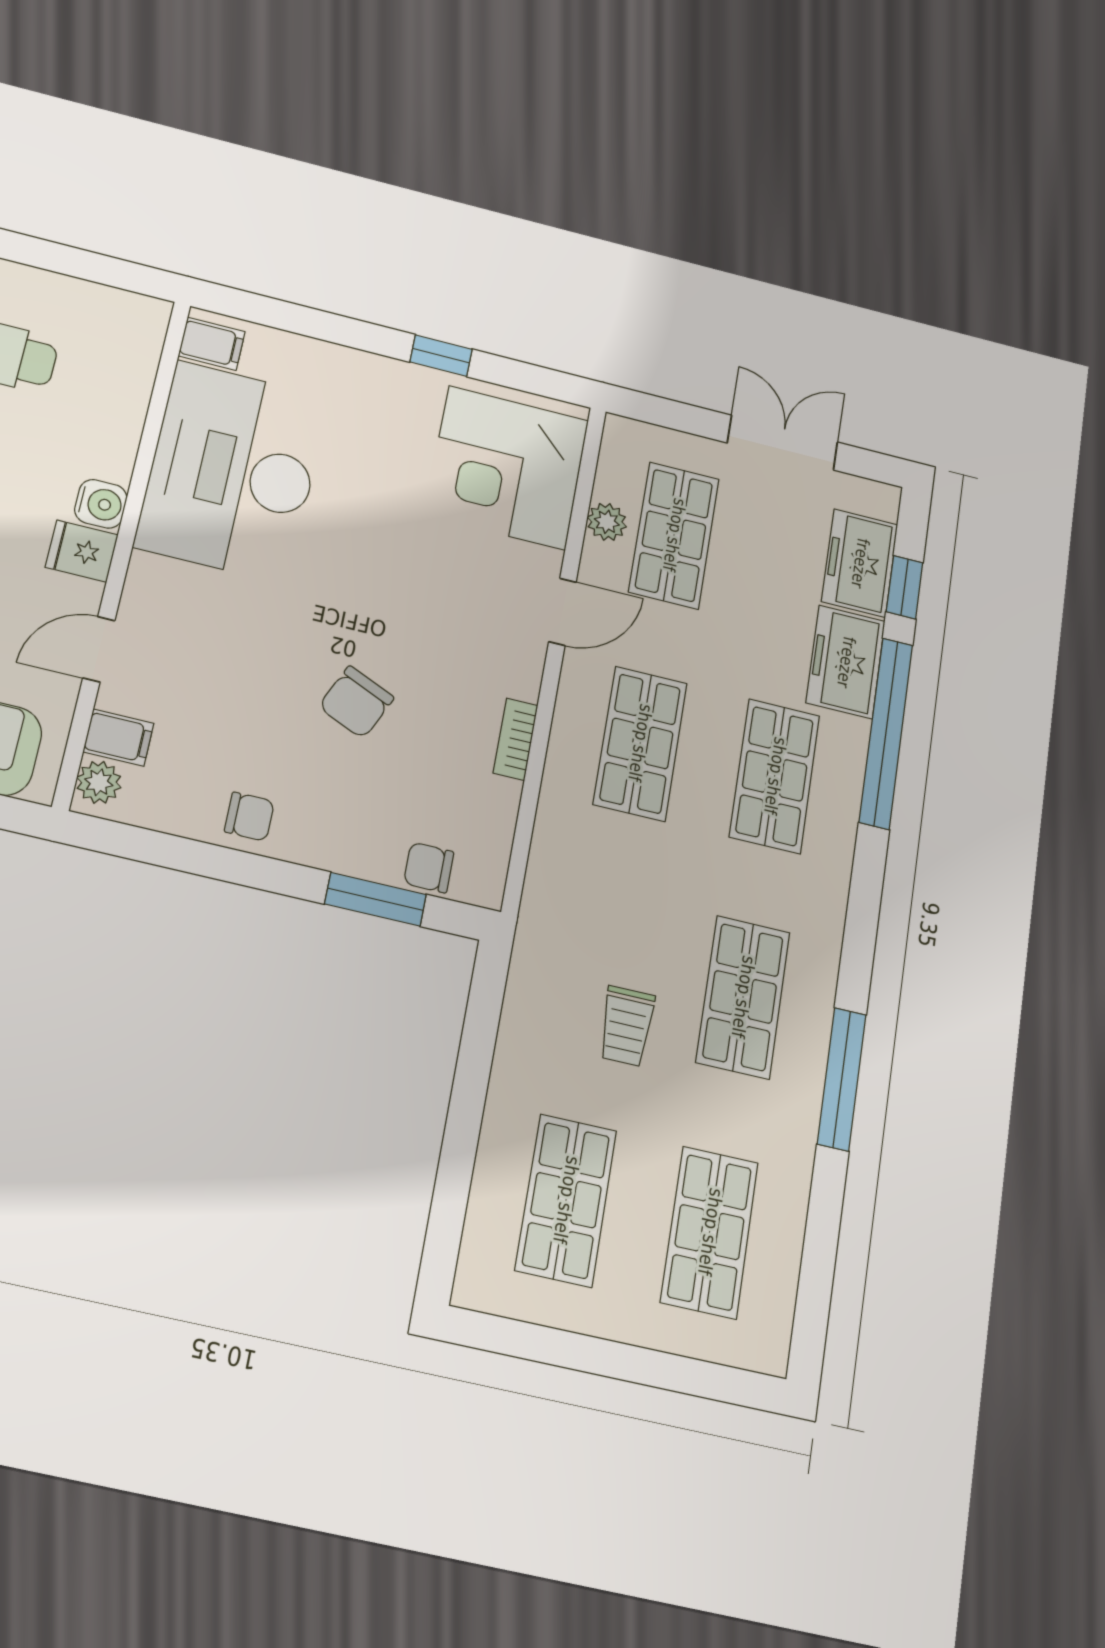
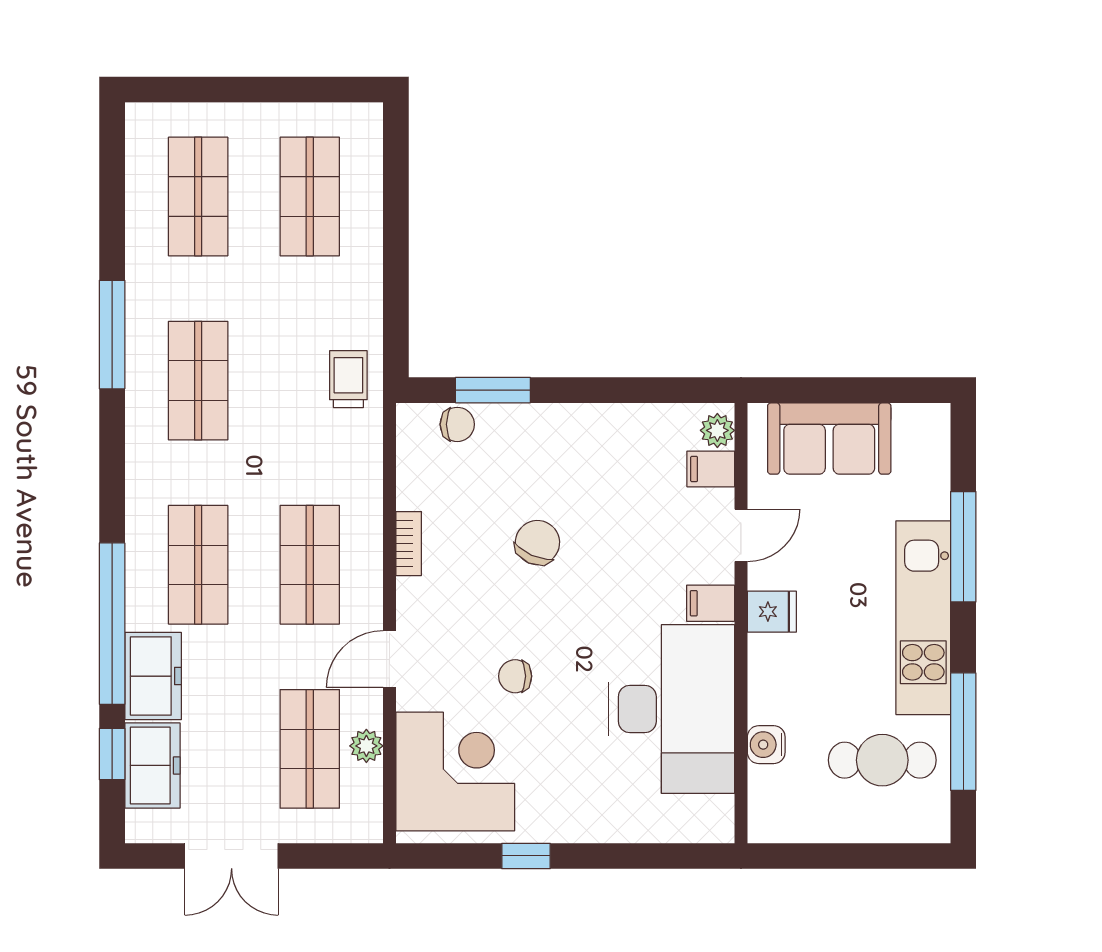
filing cabinet: (212, 344) -> (711, 603), moved
water cooler: (101, 504) -> (766, 745), moved
chair: (249, 817) -> (515, 676), moved
trolley: (627, 1026) -> (348, 379), moved

